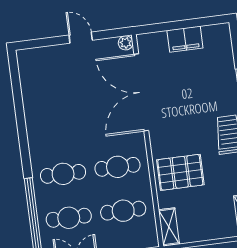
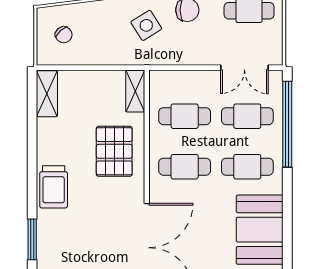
booth: (45, 121) -> (260, 230), added
pallet: (180, 172) -> (114, 151), turned 90

